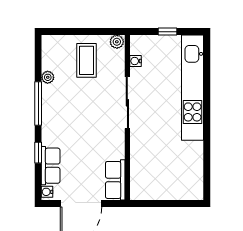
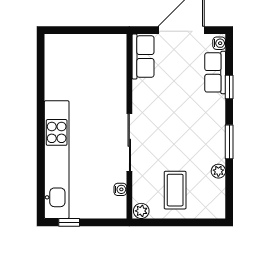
window: (168, 32) -> (69, 222), moved
window: (38, 103) -> (229, 142), width x0.69

